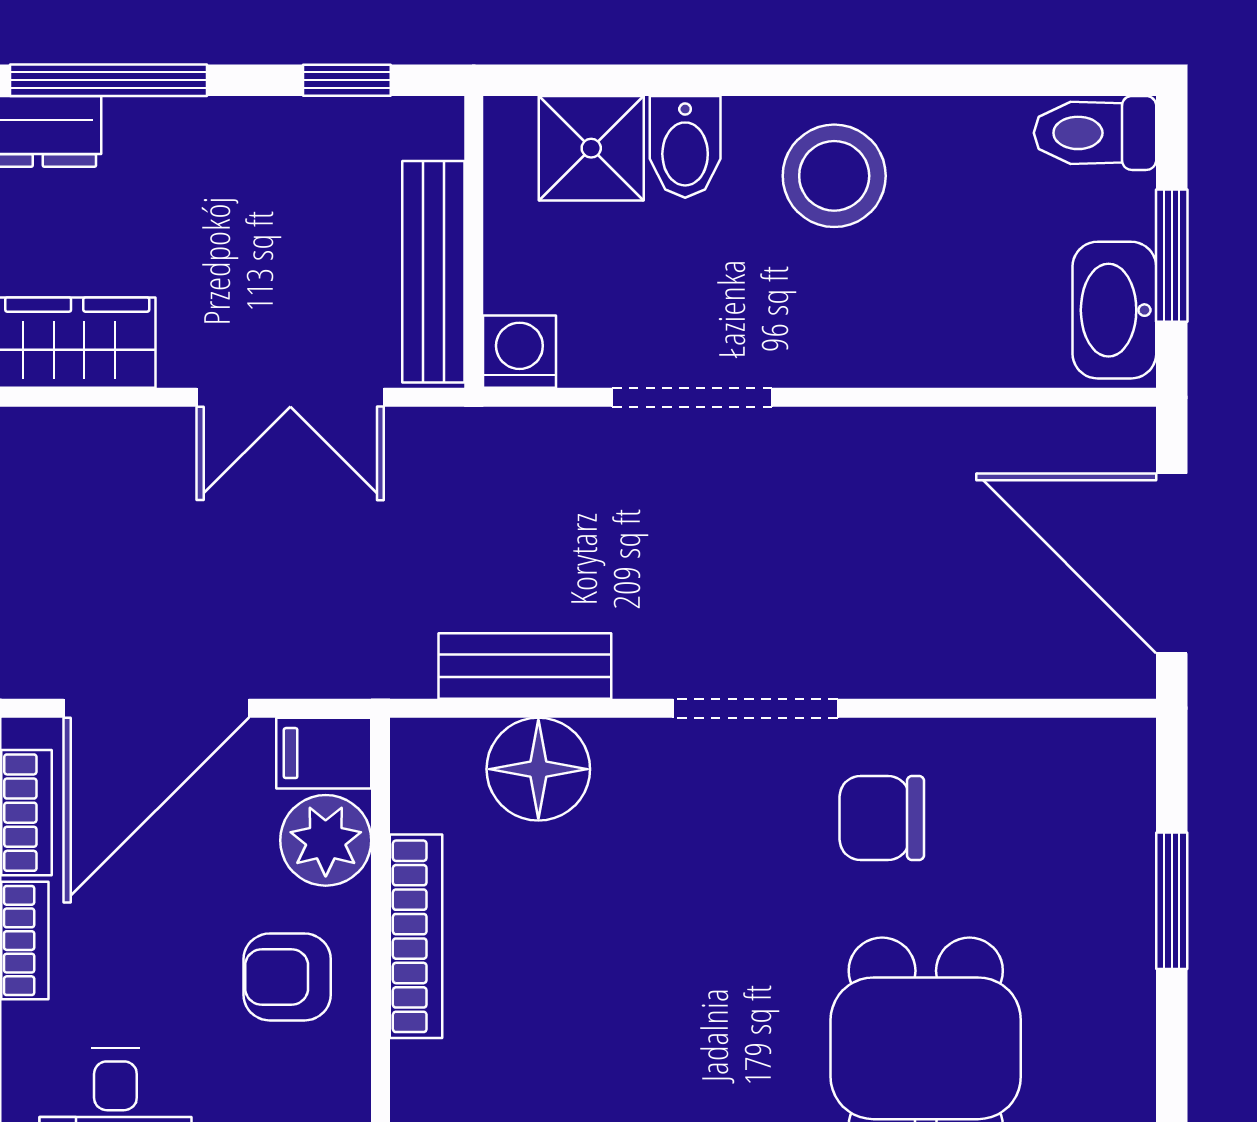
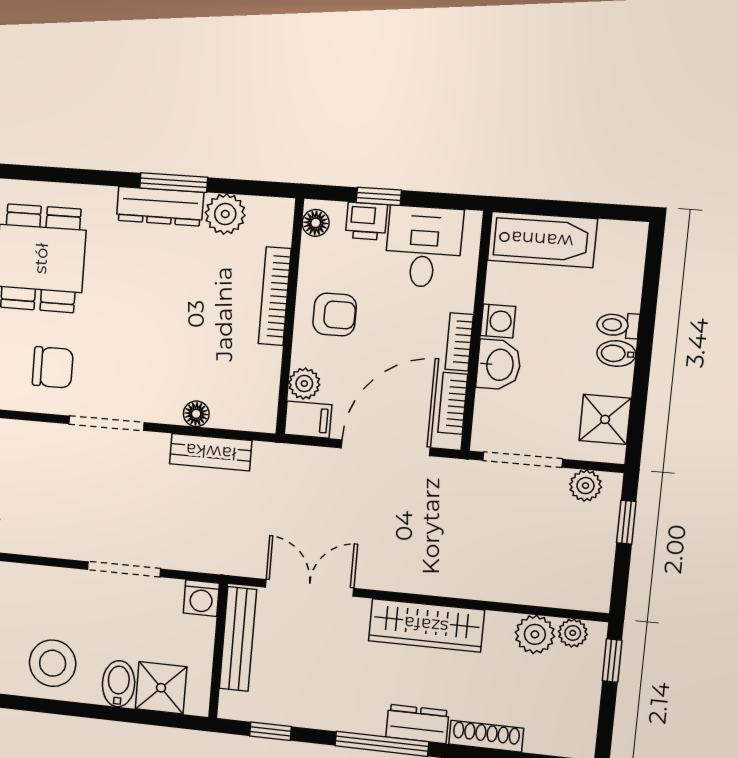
floor lamp: (538, 769) -> (196, 414), width x0.53, depth x0.53
plant: (326, 840) -> (304, 384), width x0.73, depth x0.73
bookcase: (416, 936) -> (275, 296), moved

